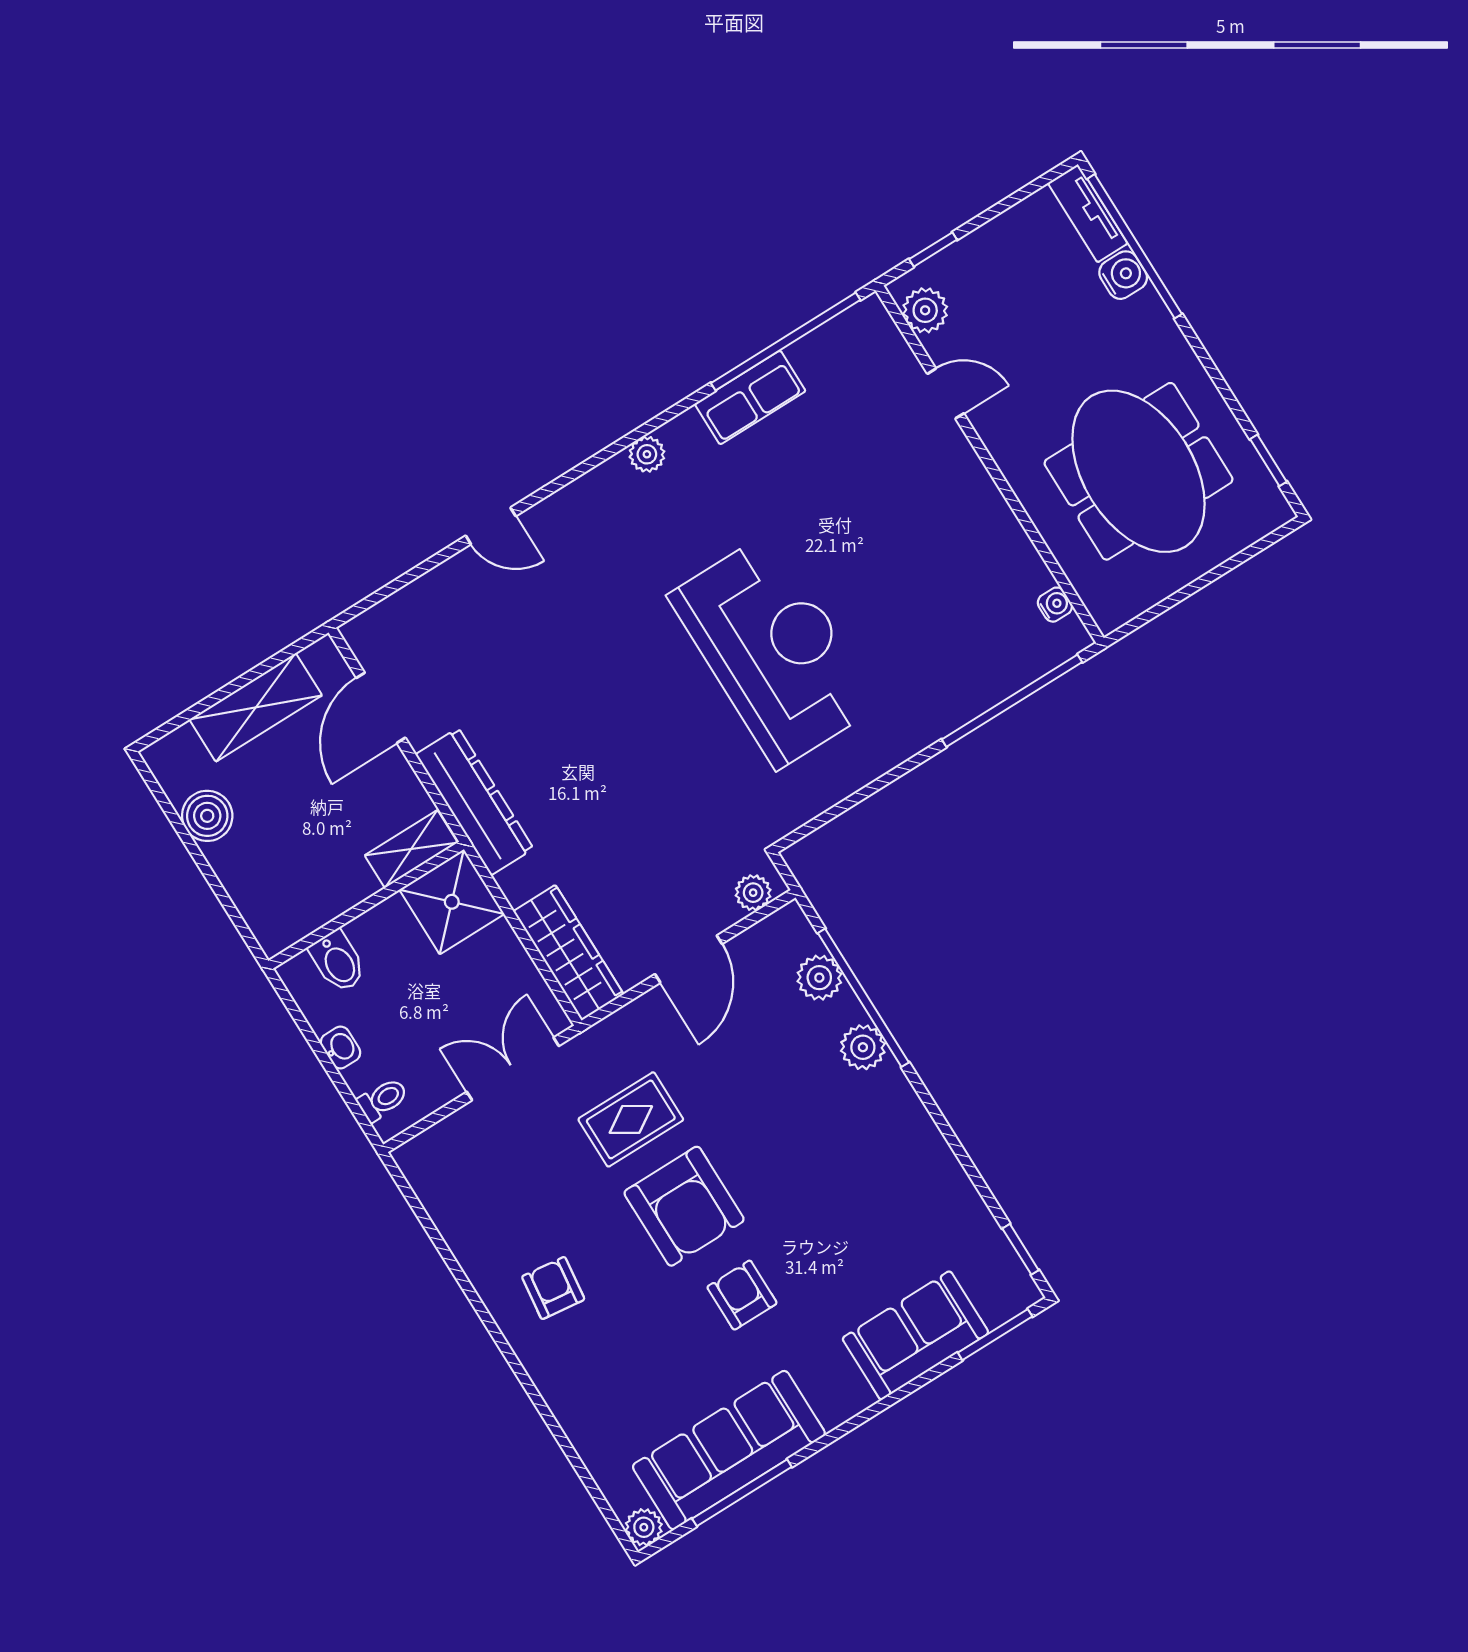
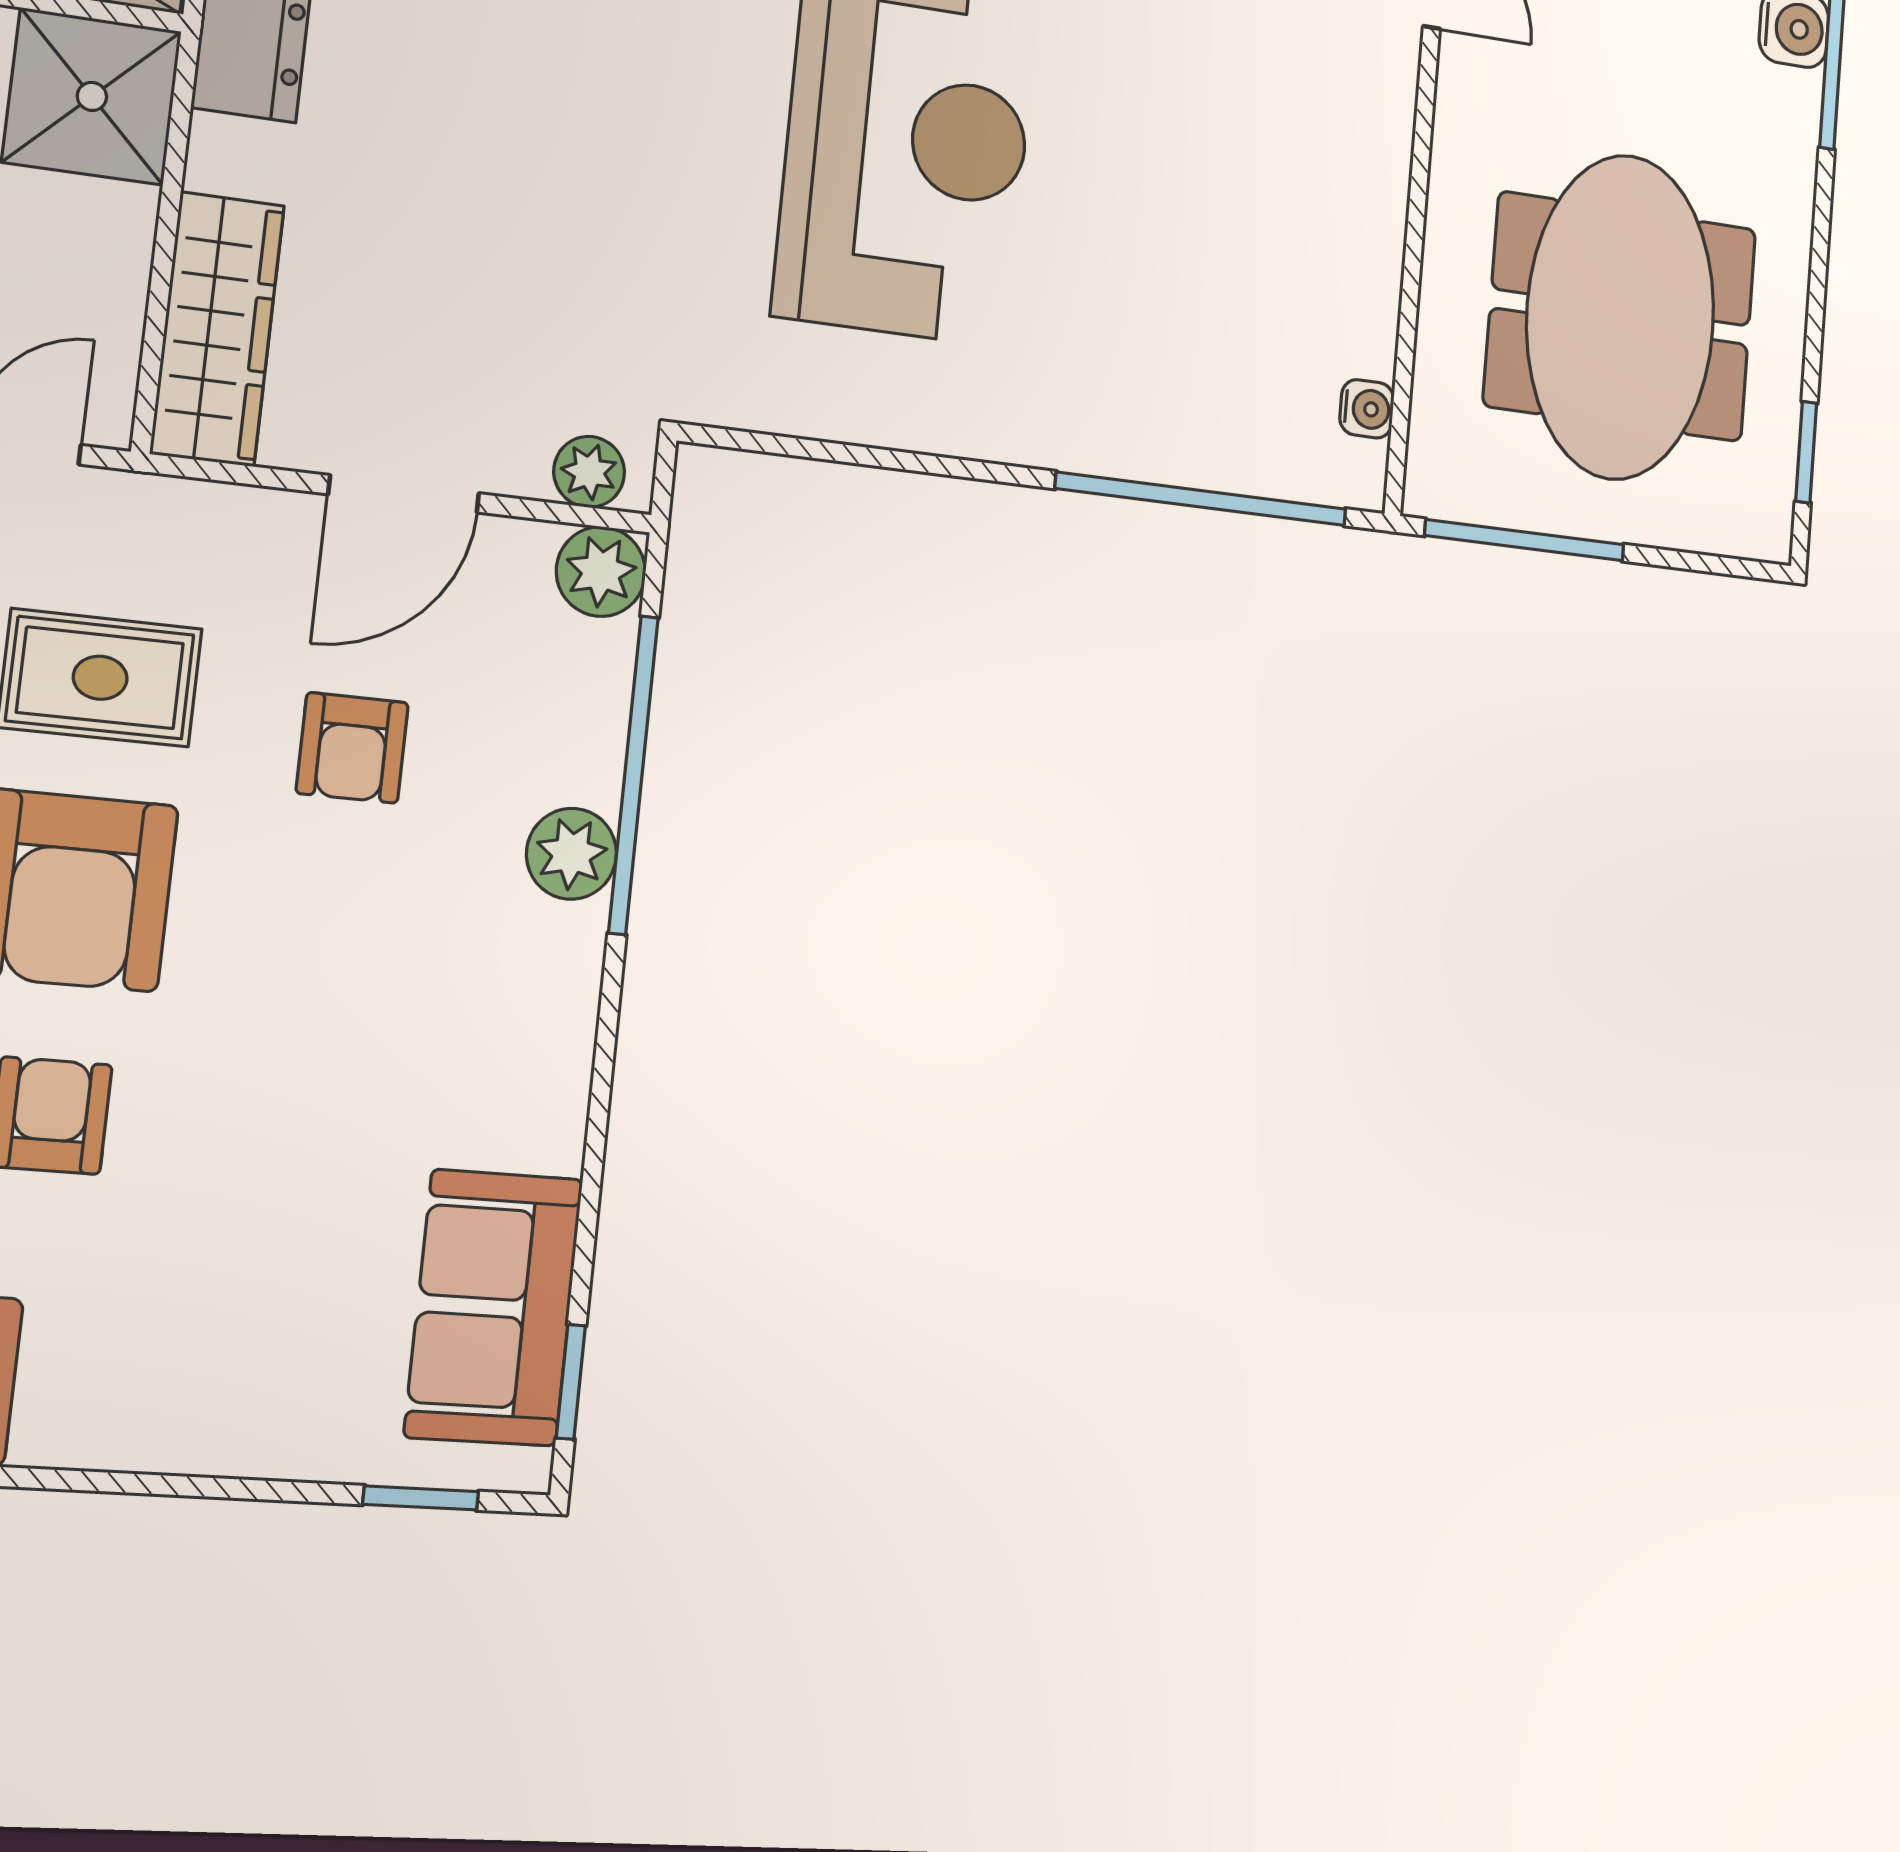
window: (1167, 604) -> (1525, 540), added
plant: (819, 978) -> (601, 572), moved
armchair: (746, 1072) -> (352, 748), added
window: (995, 1335) -> (421, 1498), width x0.67
sofa: (915, 1336) -> (494, 1308), moved, turned -90

